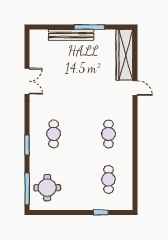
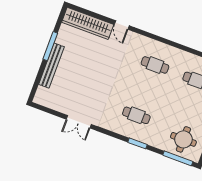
double door: (27, 81) -> (79, 122), swing flipped
door: (135, 88) -> (122, 25), swing flipped

